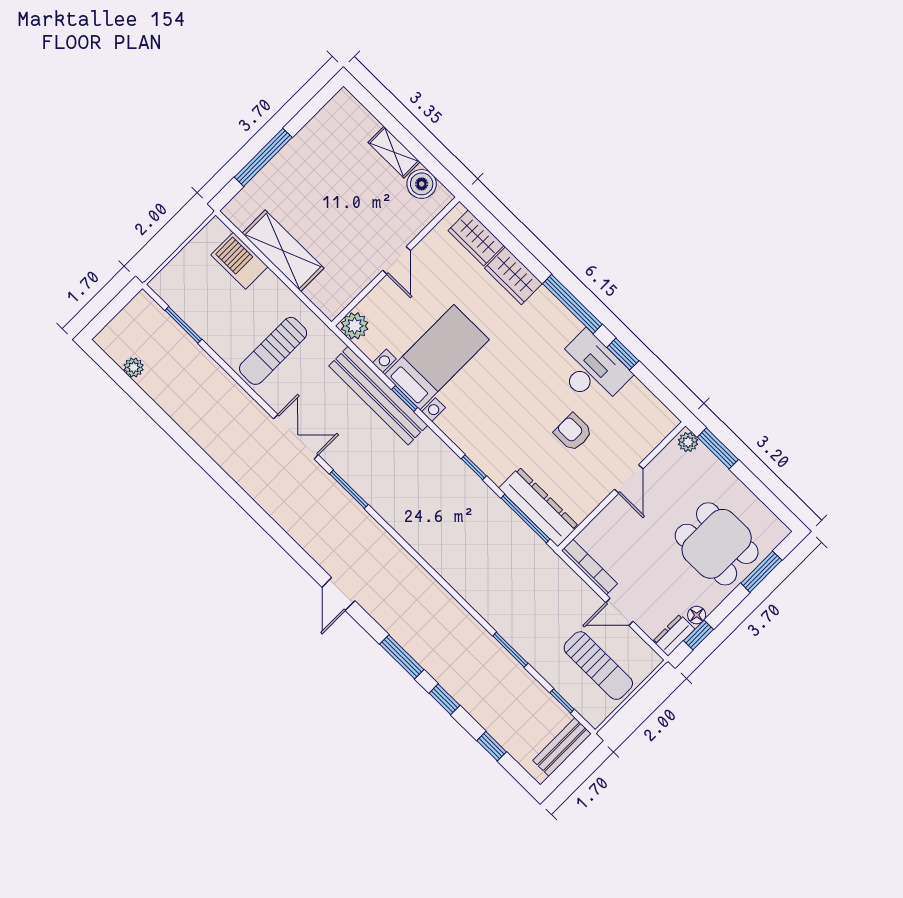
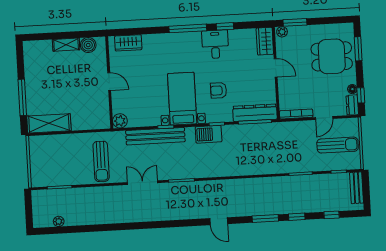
shelving: (283, 251) -> (49, 123), moved
barbecue: (239, 261) -> (209, 134), moved
wardrobe: (513, 276) -> (265, 41), moved, turned 90
bed with nightstands: (437, 357) -> (182, 99), moved
desk: (591, 370) -> (215, 44), width x0.73
armchair: (573, 432) -> (219, 90), moved

